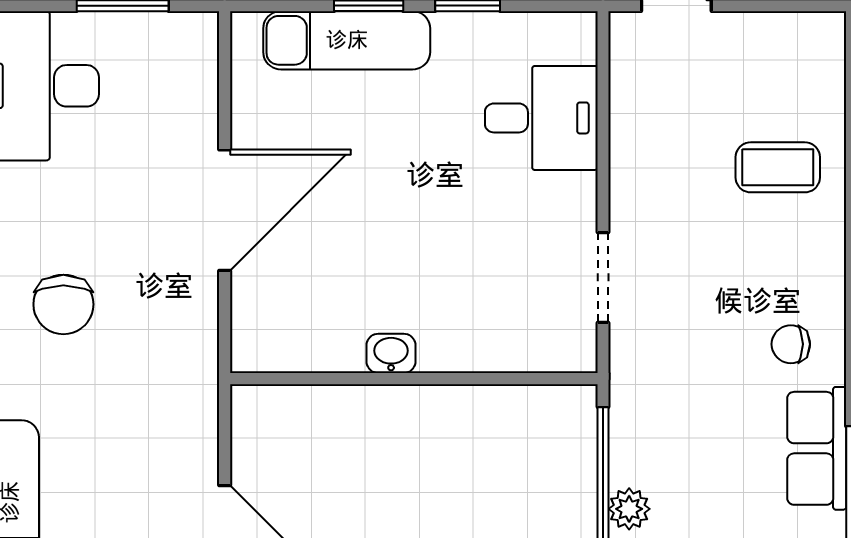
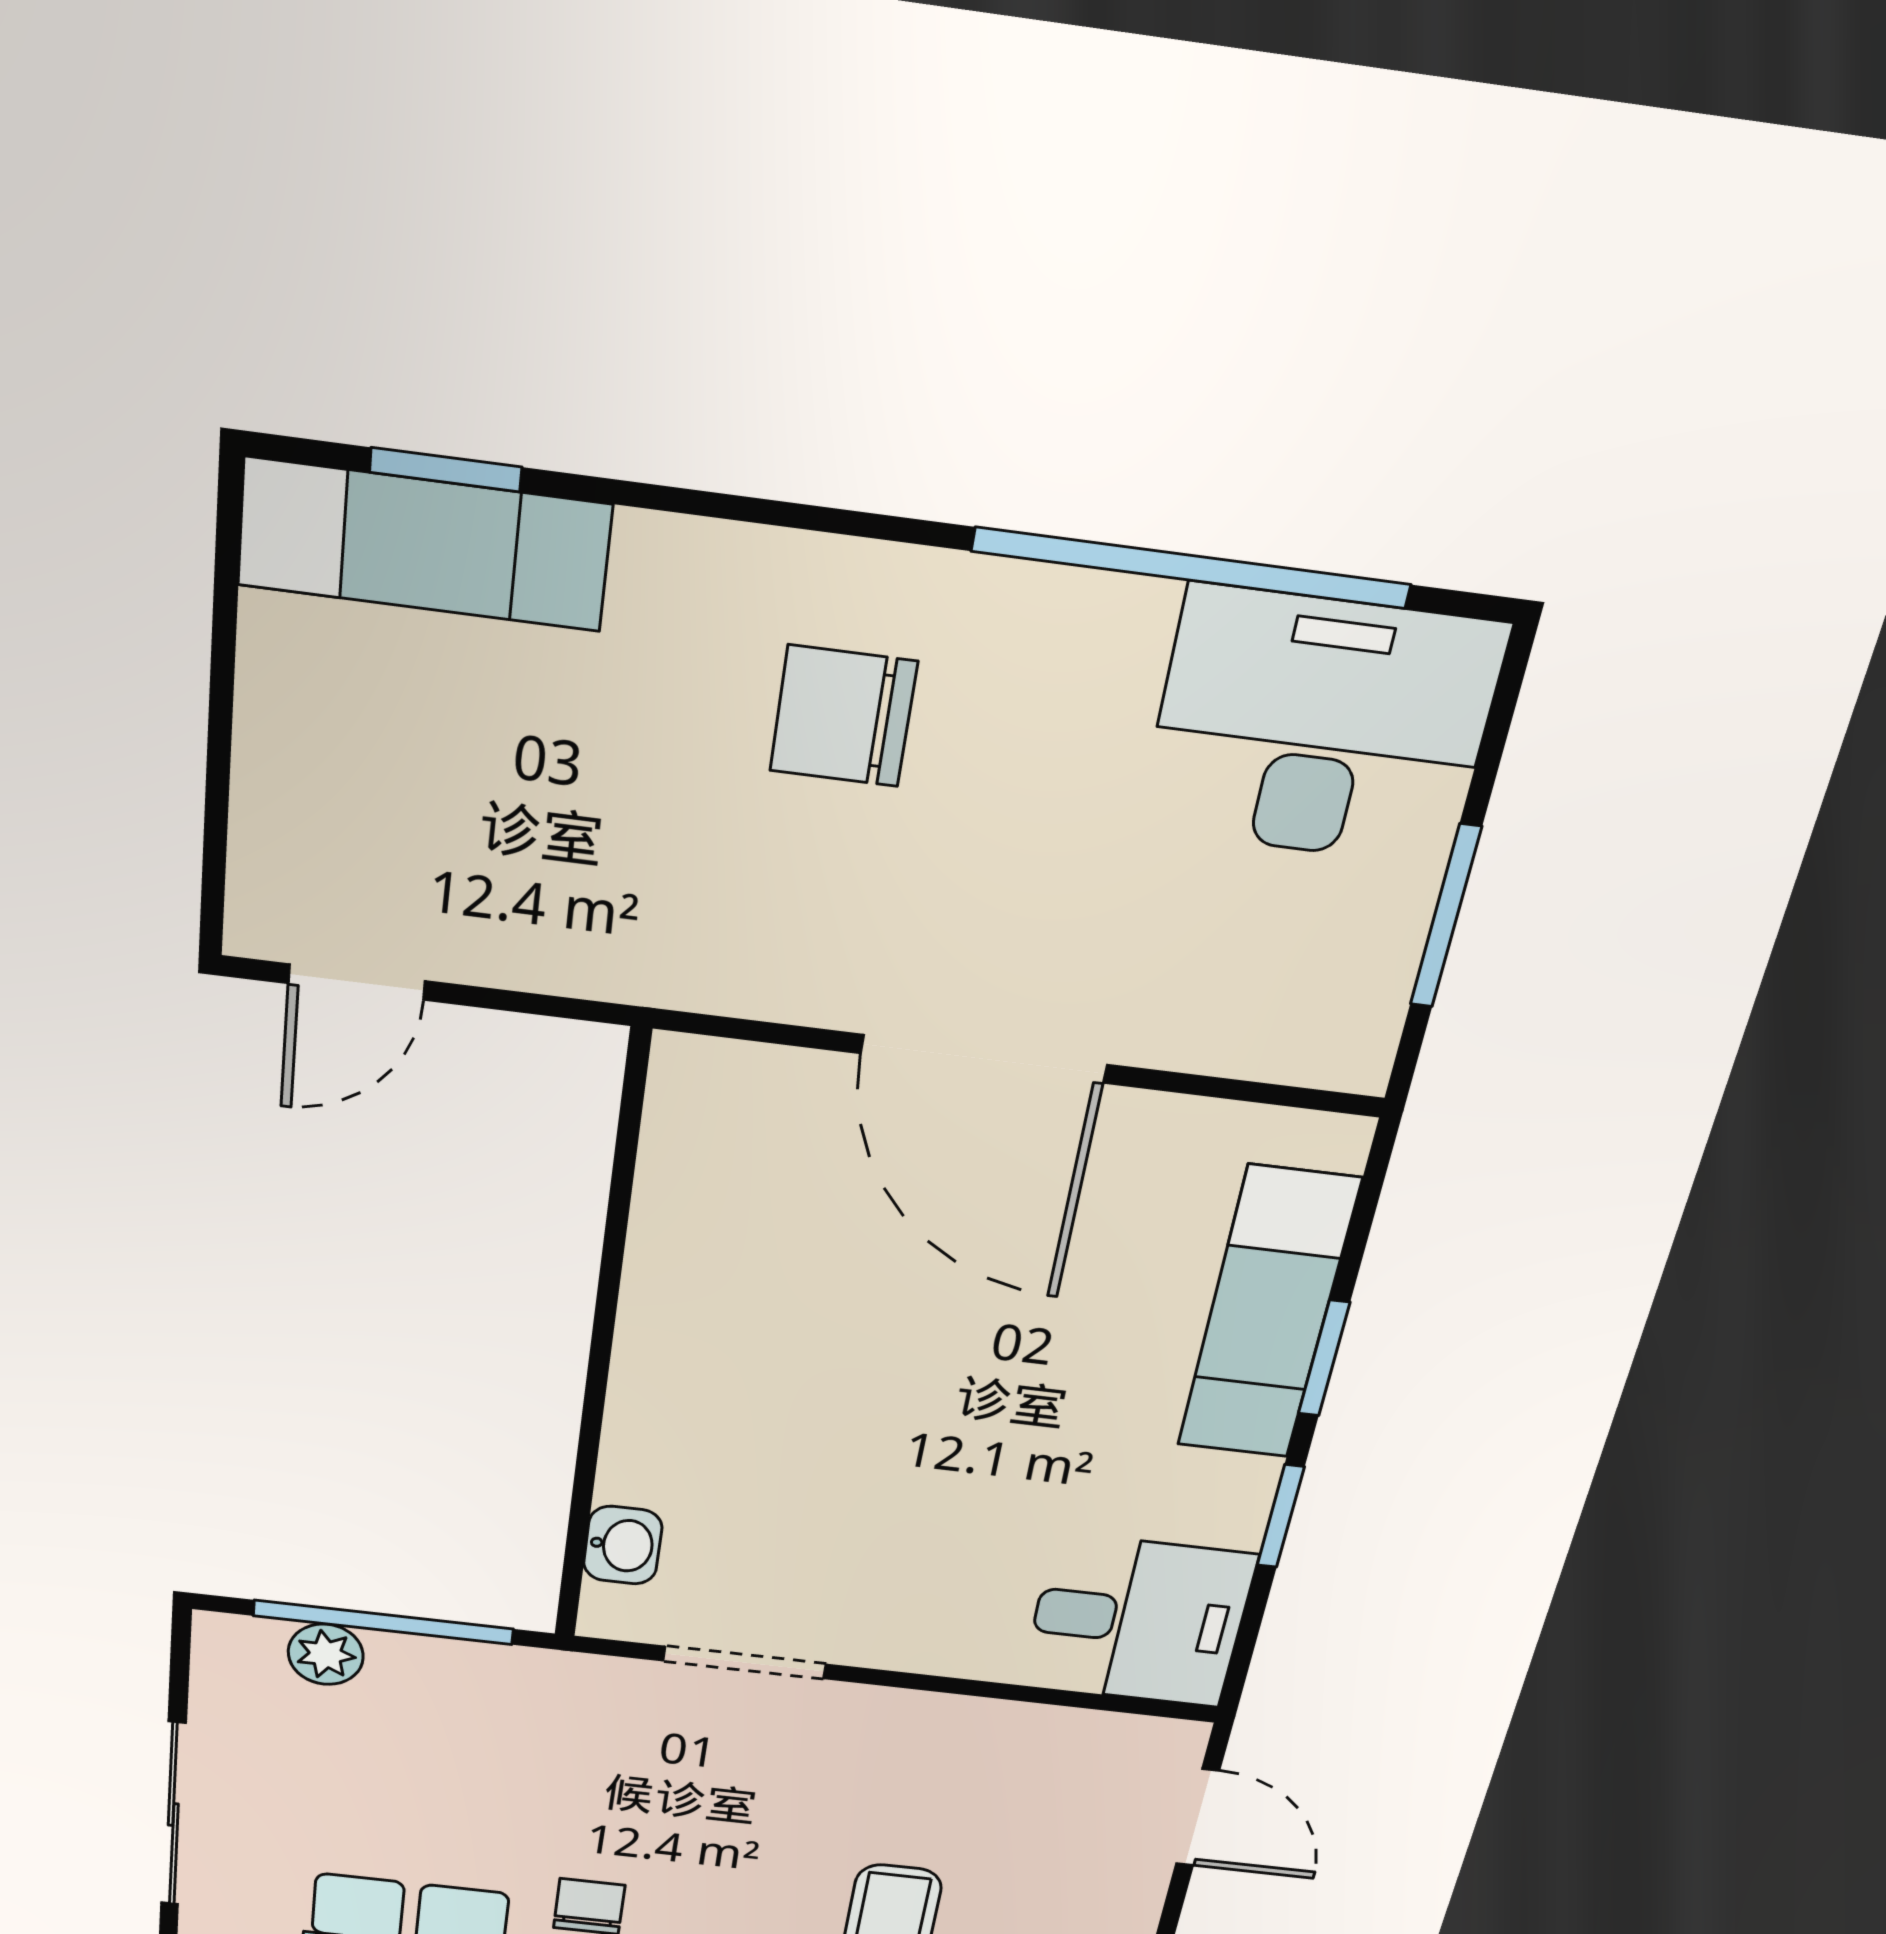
desk: (541, 118) -> (1138, 1621), moved, turned -90
washbasin: (391, 353) -> (623, 1545), moved

